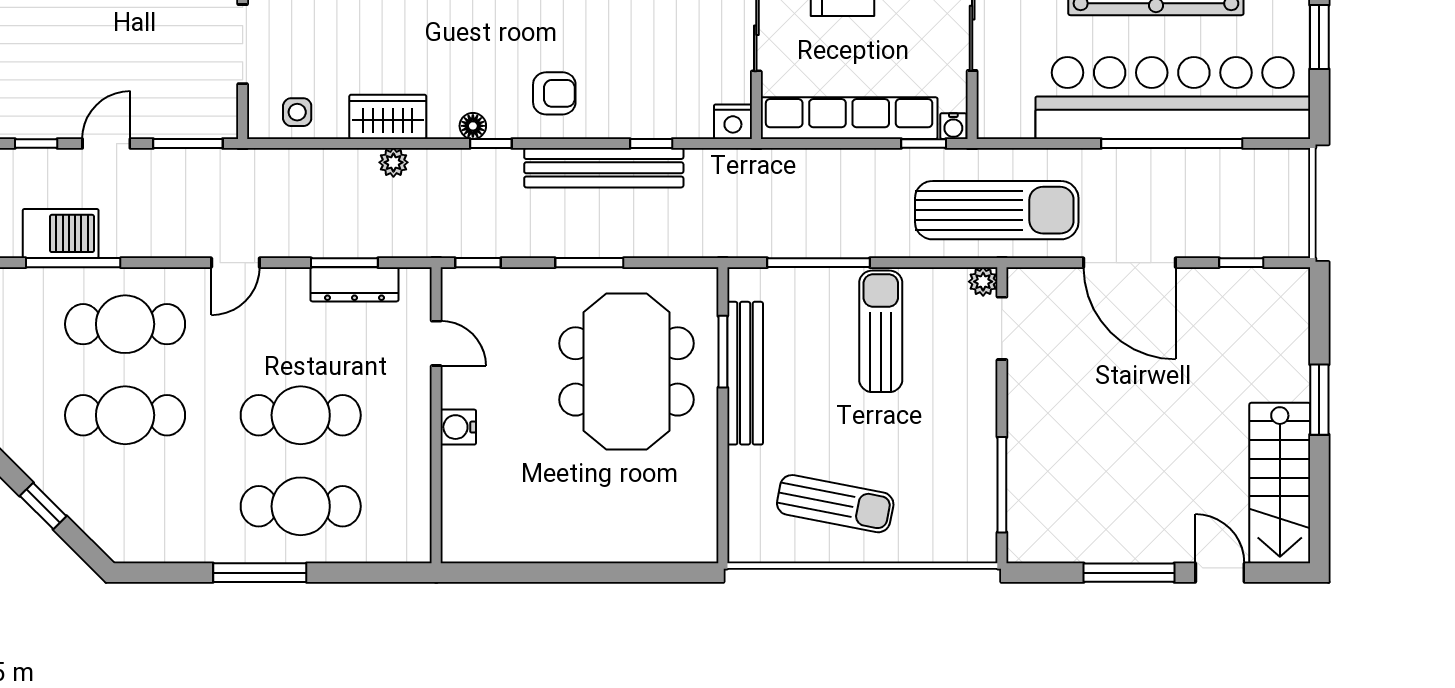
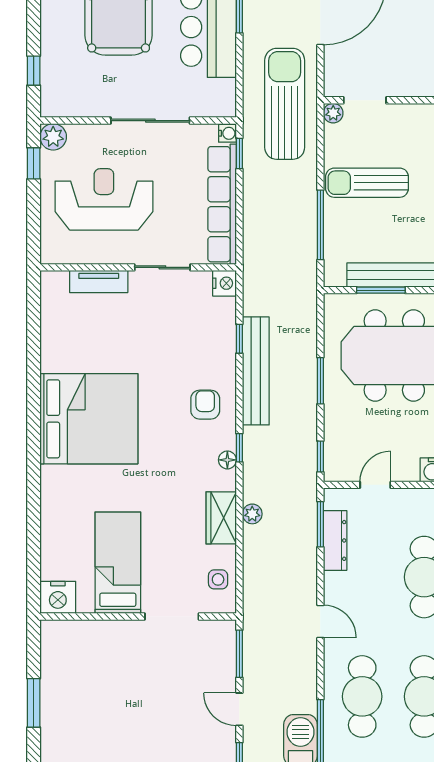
window: (344, 263) -> (320, 524), moved

